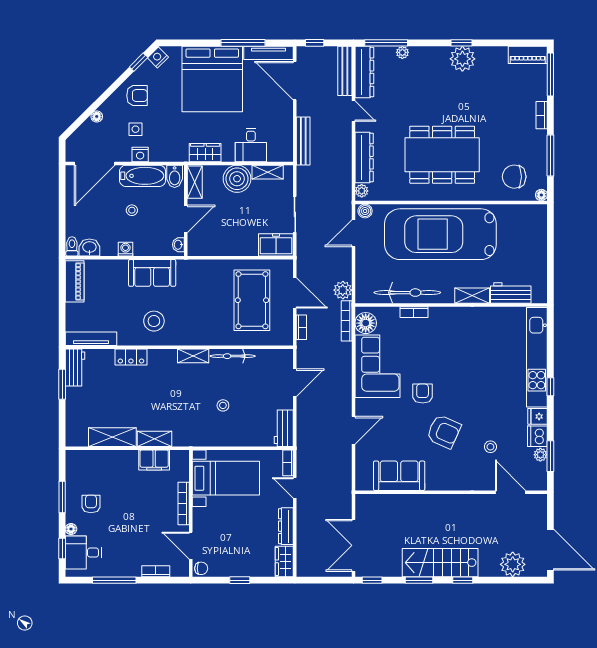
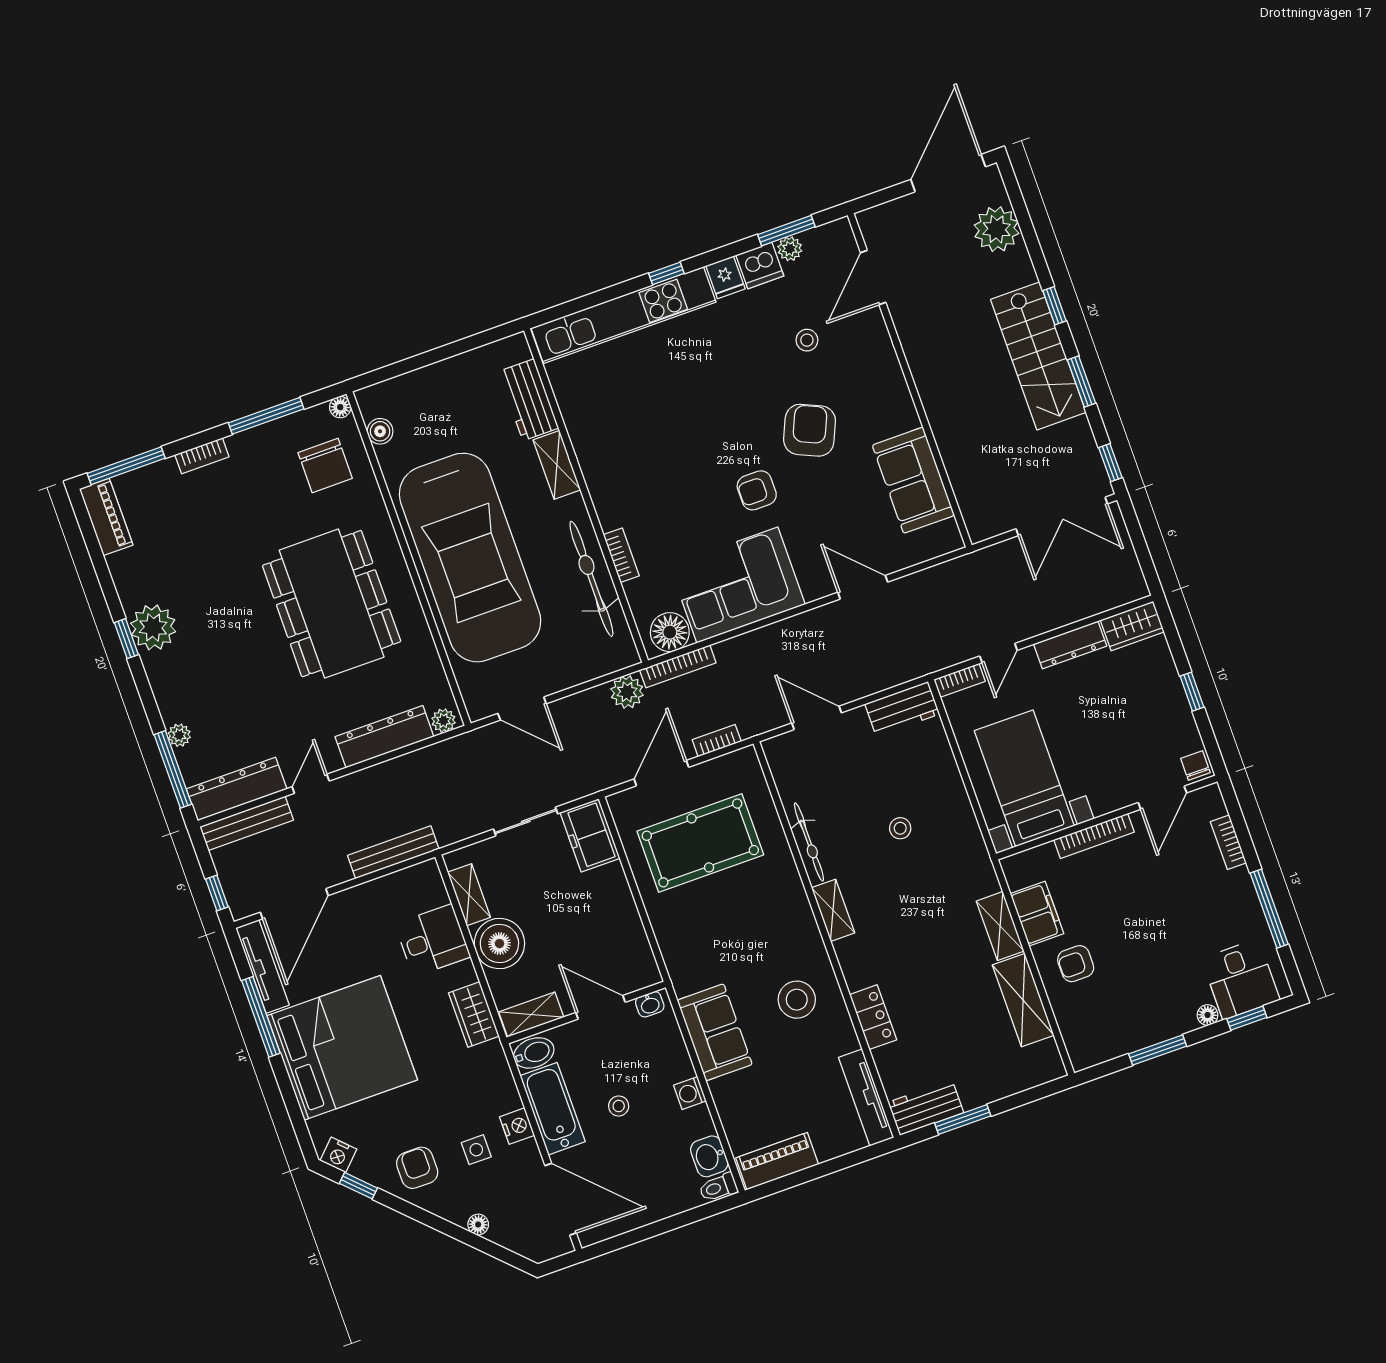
boiler: (365, 211) -> (380, 431), moved
armchair: (91, 504) -> (1076, 964), moved

